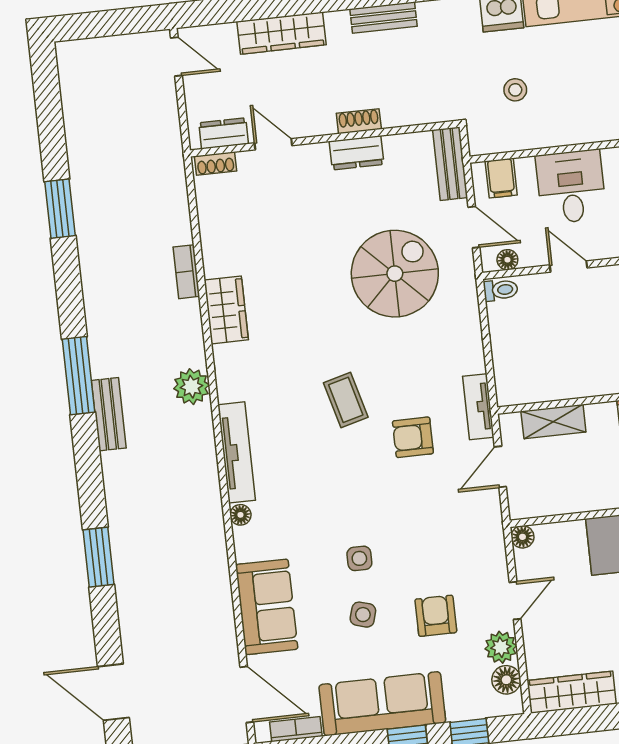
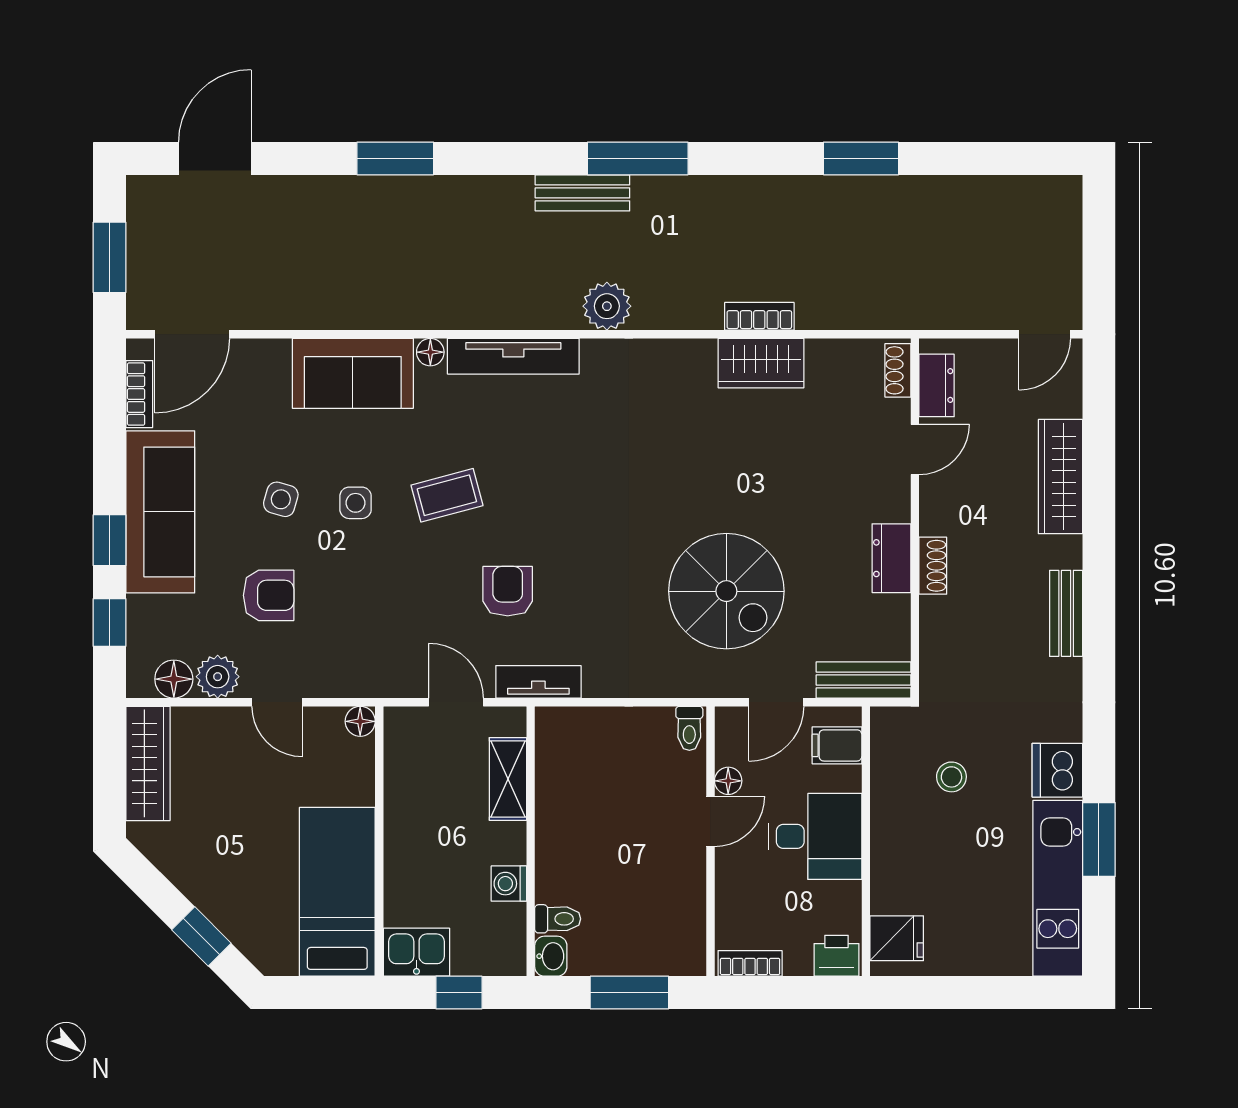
floor lamp: (507, 260) -> (728, 781), moved
wardrobe: (226, 310) -> (761, 363), moved
coffee table: (346, 400) -> (447, 495), moved
sofa: (267, 607) -> (353, 373), moved

